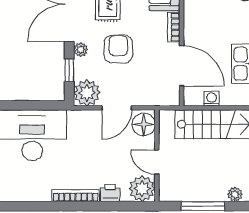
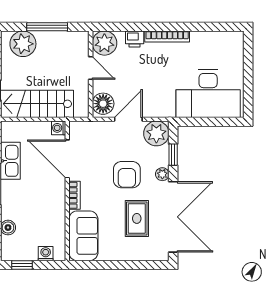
washing machine: (212, 99) -> (59, 128), moved, turned 90
plant: (235, 194) -> (23, 44), width x1.87, depth x1.87

